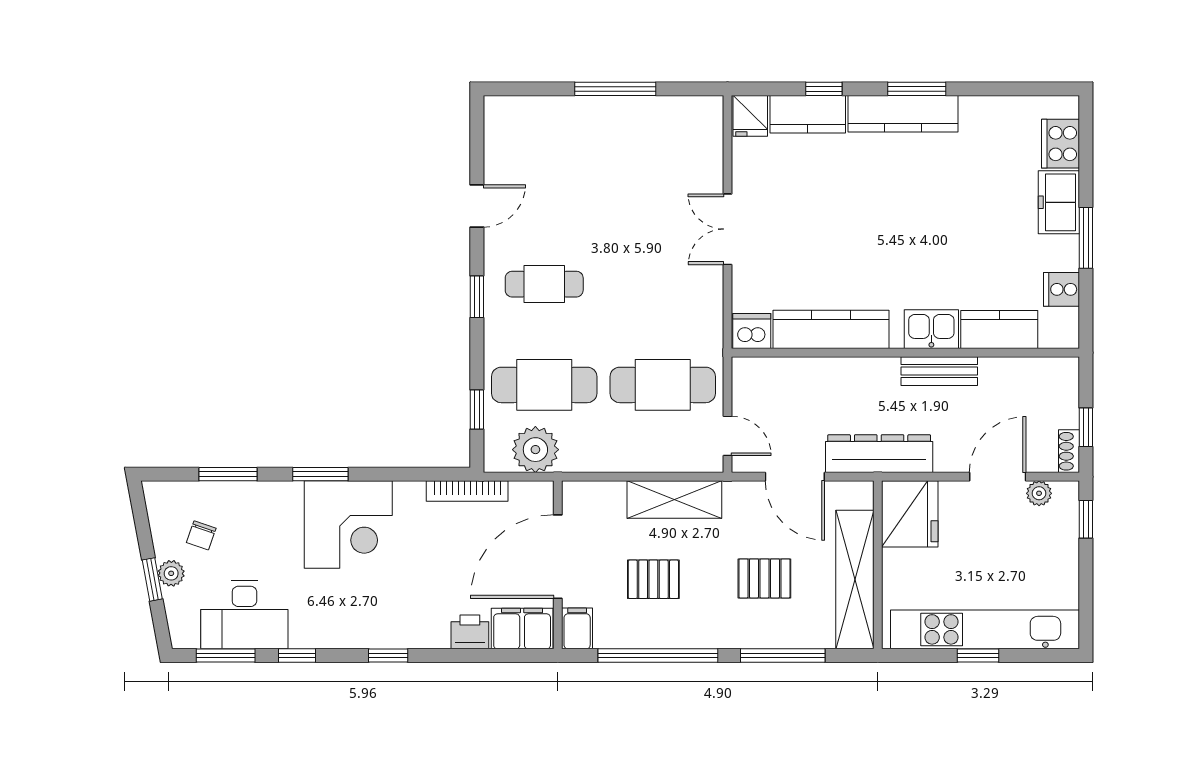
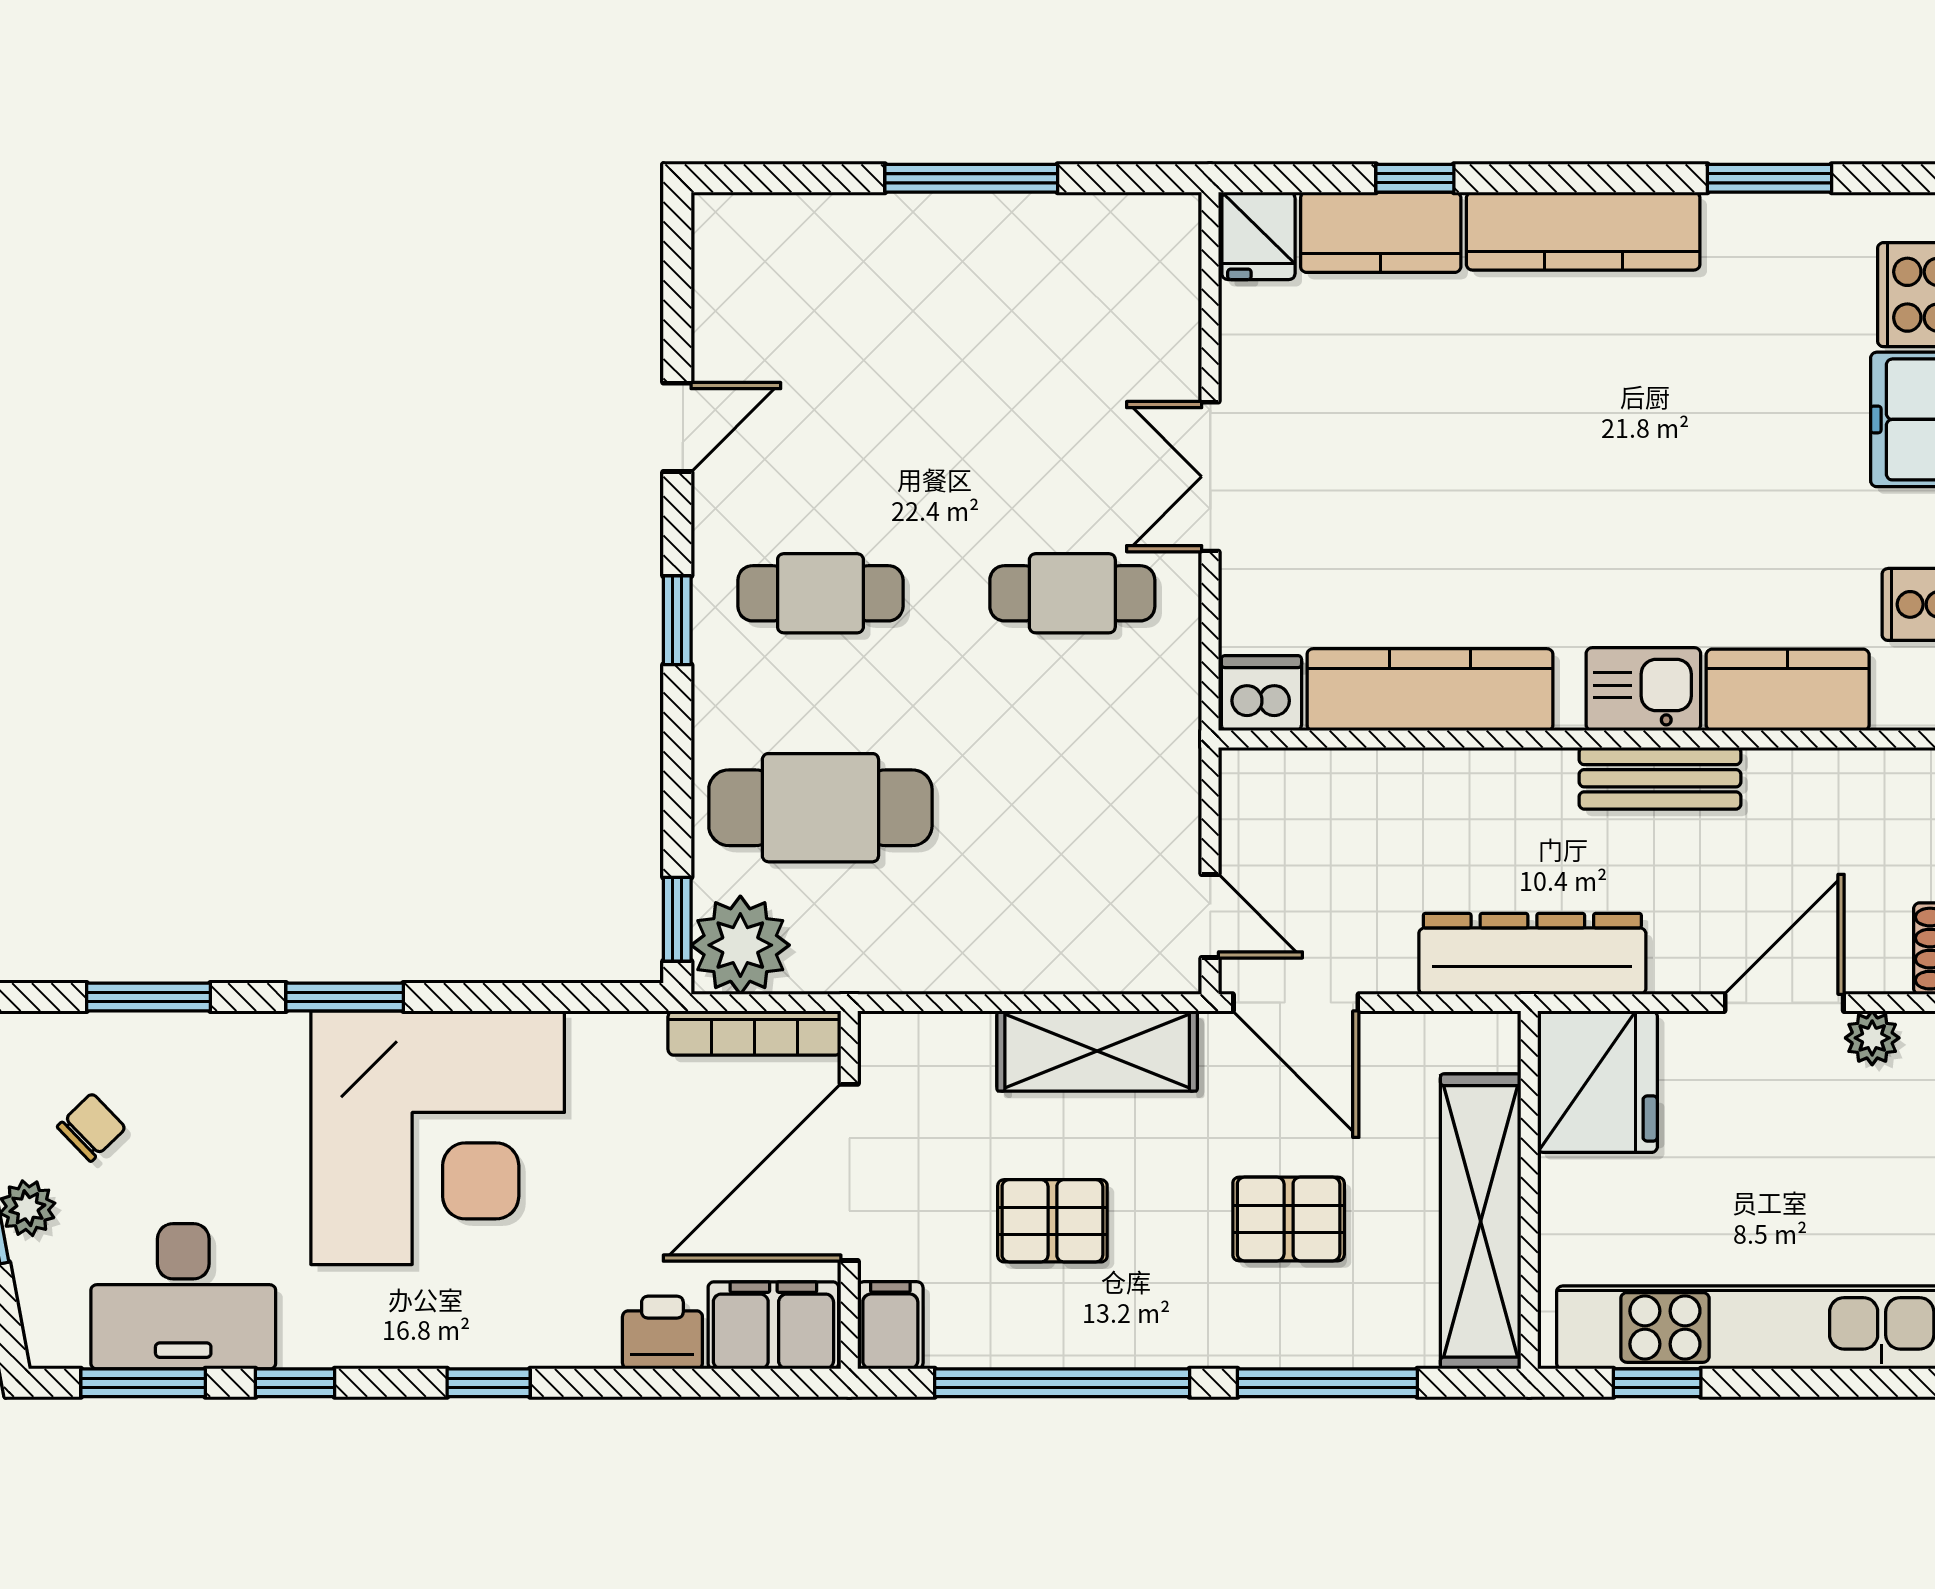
window: (917, 89) -> (1769, 178), moved
cafe table: (663, 385) -> (1072, 593), moved, width x0.73, depth x0.74
window: (477, 409) -> (677, 919), moved
plant: (535, 450) -> (740, 945), moved
door: (795, 477) -> (1296, 1003), moved
bookcase: (467, 491) -> (754, 1033), moved
corner desk: (348, 524) -> (438, 1138), width x1.36, depth x1.36
chair: (201, 535) -> (91, 1127), turned -153
window: (978, 656) -> (1657, 1383), moved

